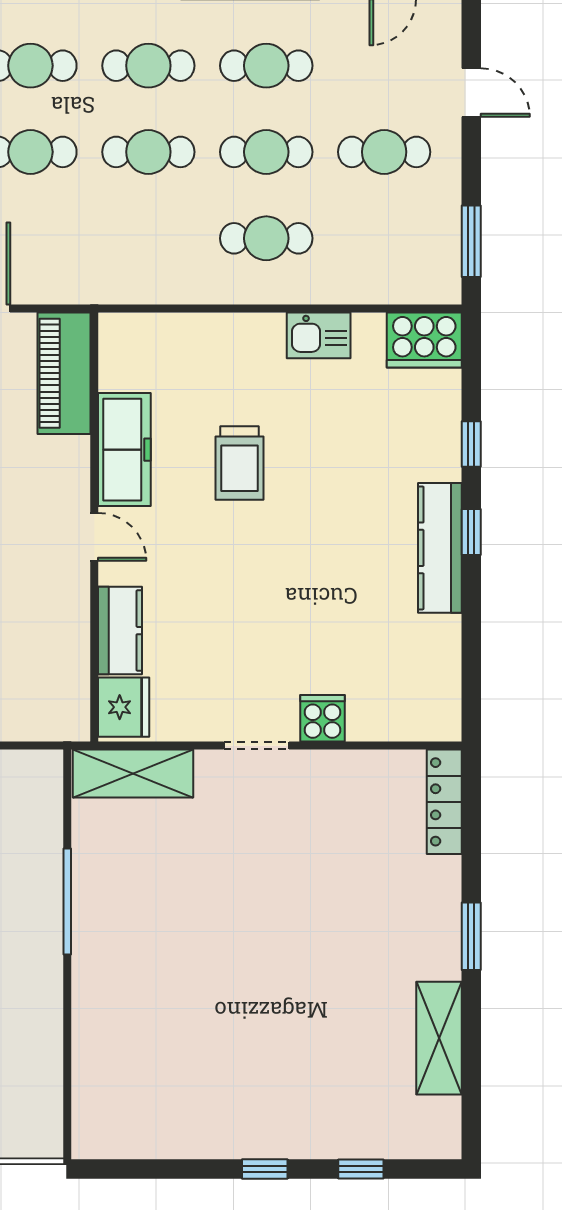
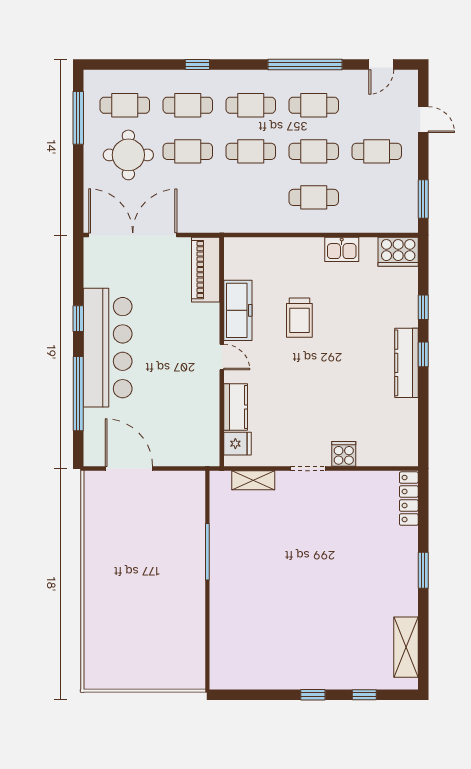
fridge: (124, 707) -> (238, 444), width x0.72
shelving: (133, 774) -> (253, 480), width x0.67, depth x0.75
shelving: (439, 1038) -> (406, 647), moved

